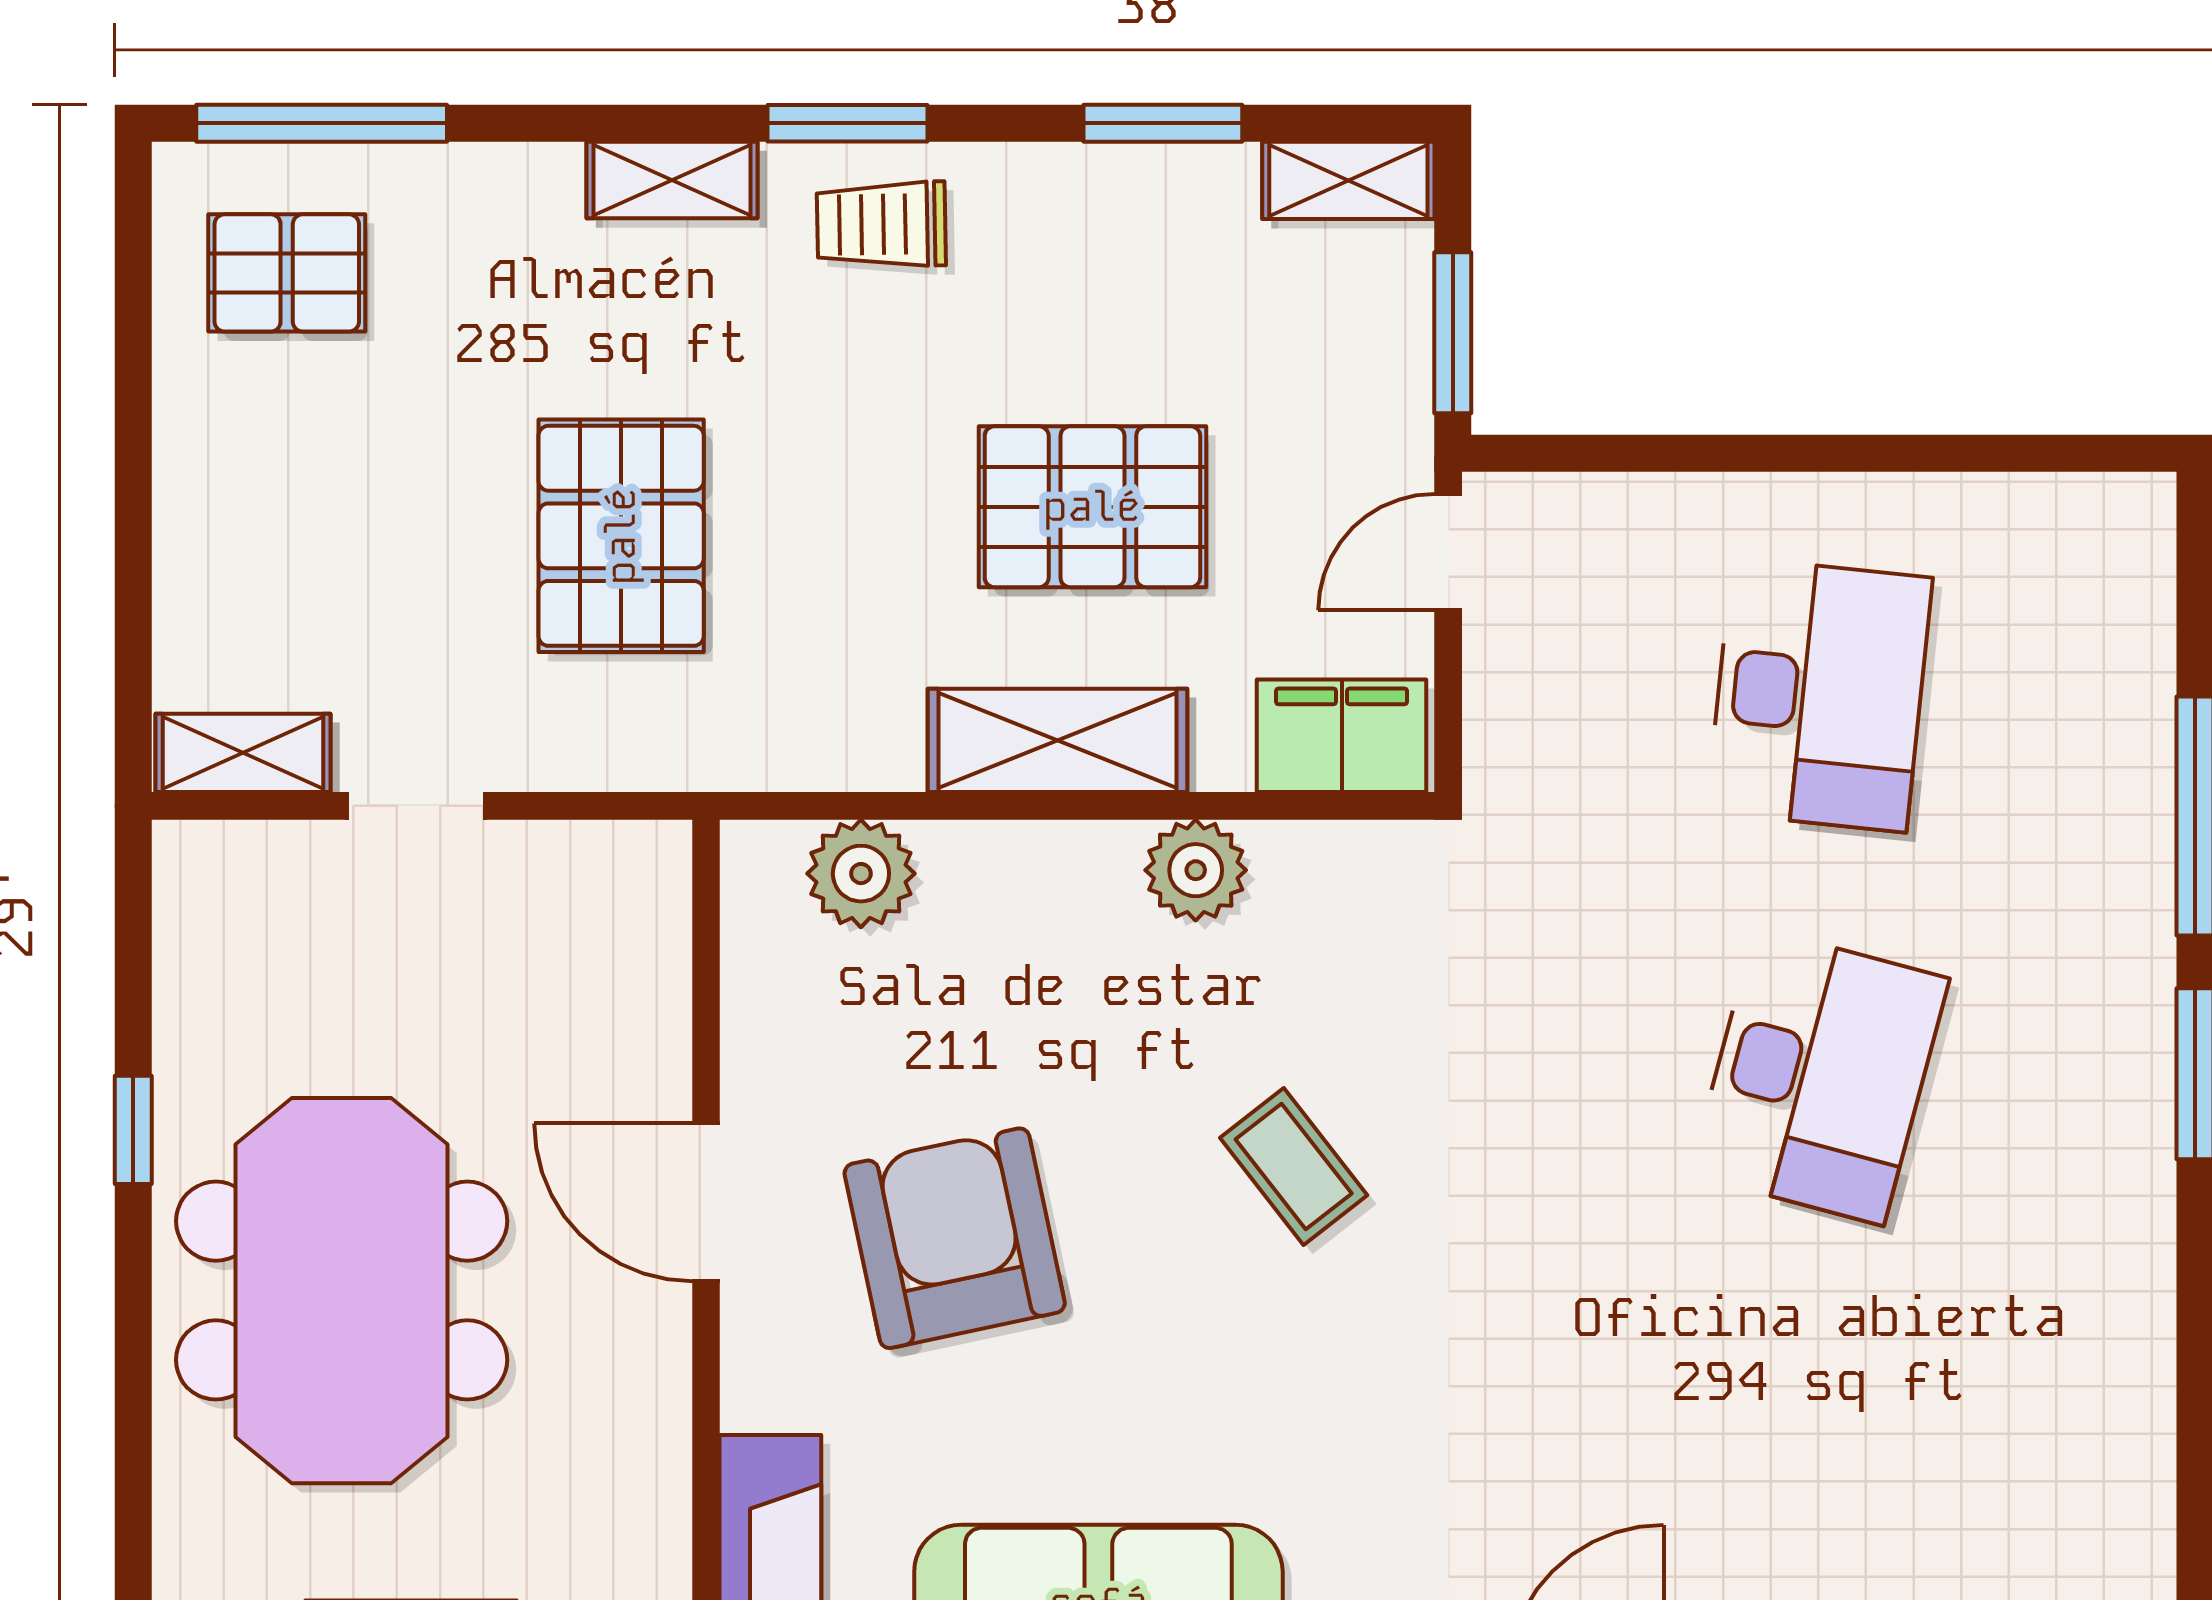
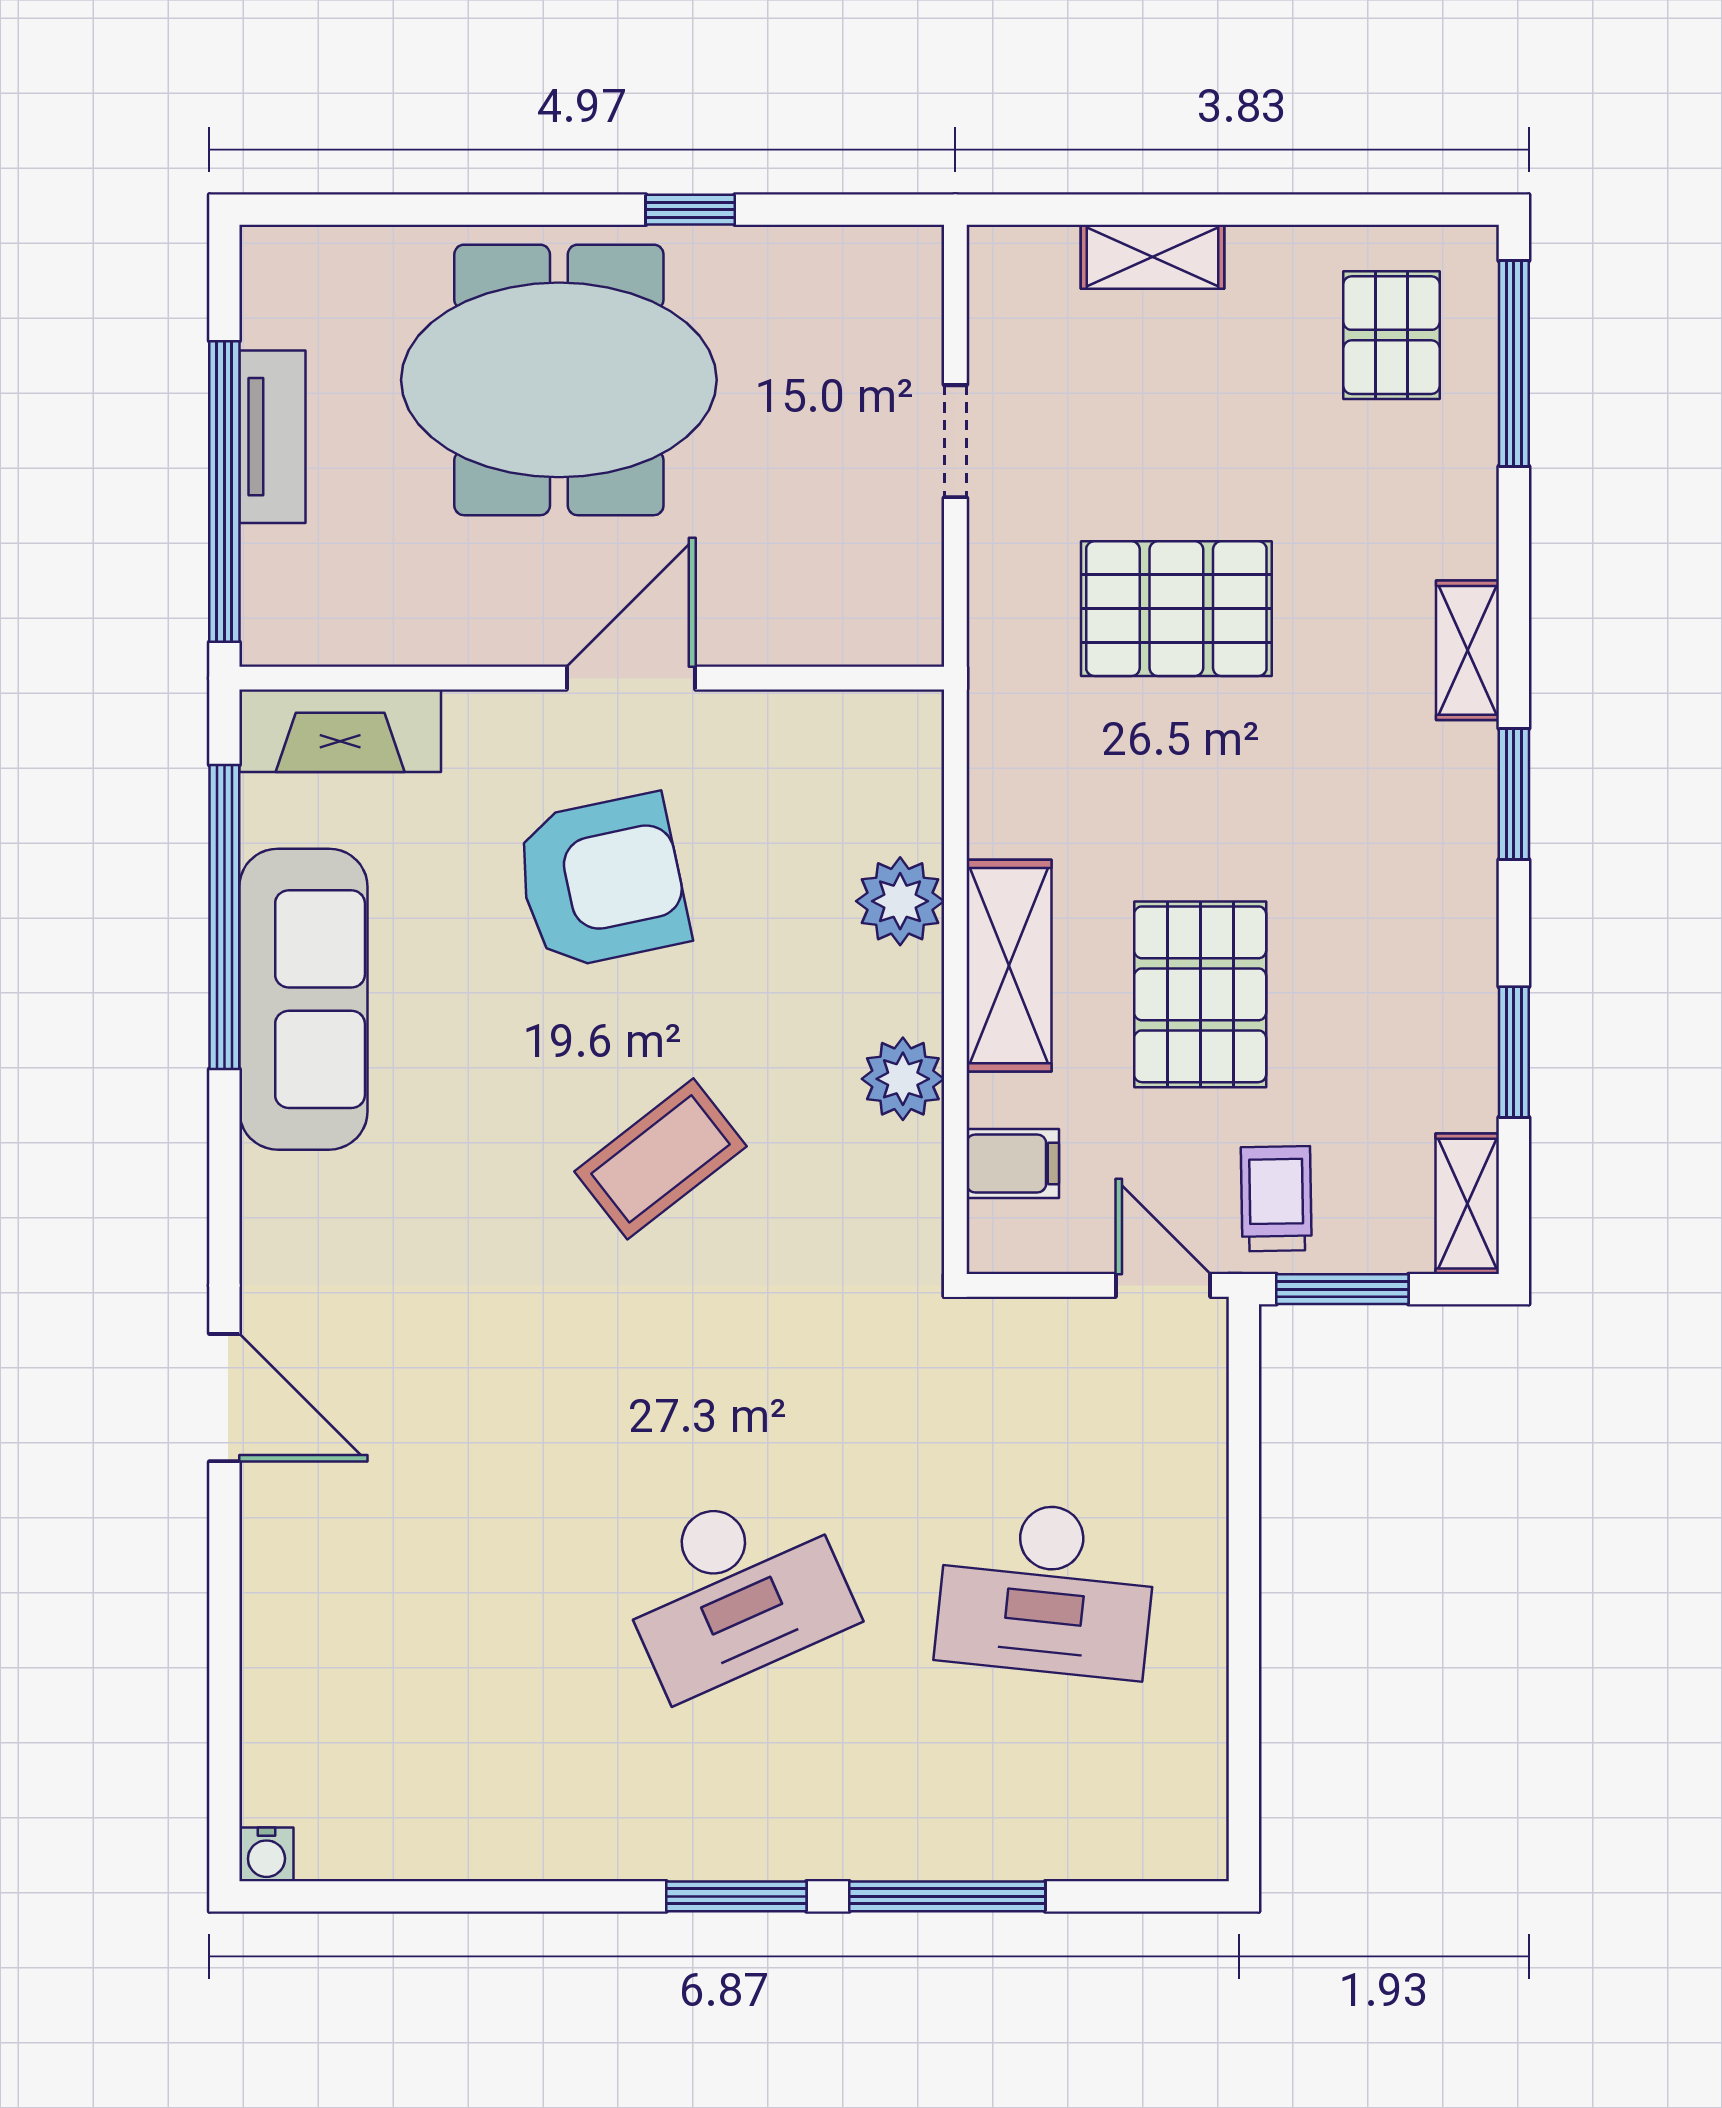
trolley: (881, 224) -> (1276, 1199), moved
filing cabinet: (1342, 736) -> (1013, 1163), width x0.50
shelving: (243, 753) -> (1152, 257), moved, turned 90
plant: (861, 874) -> (900, 901), moved
desk: (1819, 1076) -> (734, 1589), turned -39
coffee table: (1294, 1166) -> (660, 1159), width x1.36, depth x1.30

